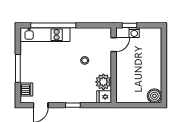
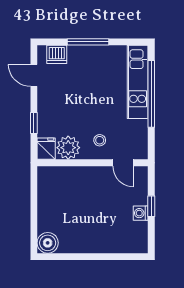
door: (114, 45) -> (123, 163), moved
wall: (114, 65) -> (93, 163), moved
plant: (103, 82) -> (68, 148), moved
fridge: (104, 97) -> (46, 149), moved

